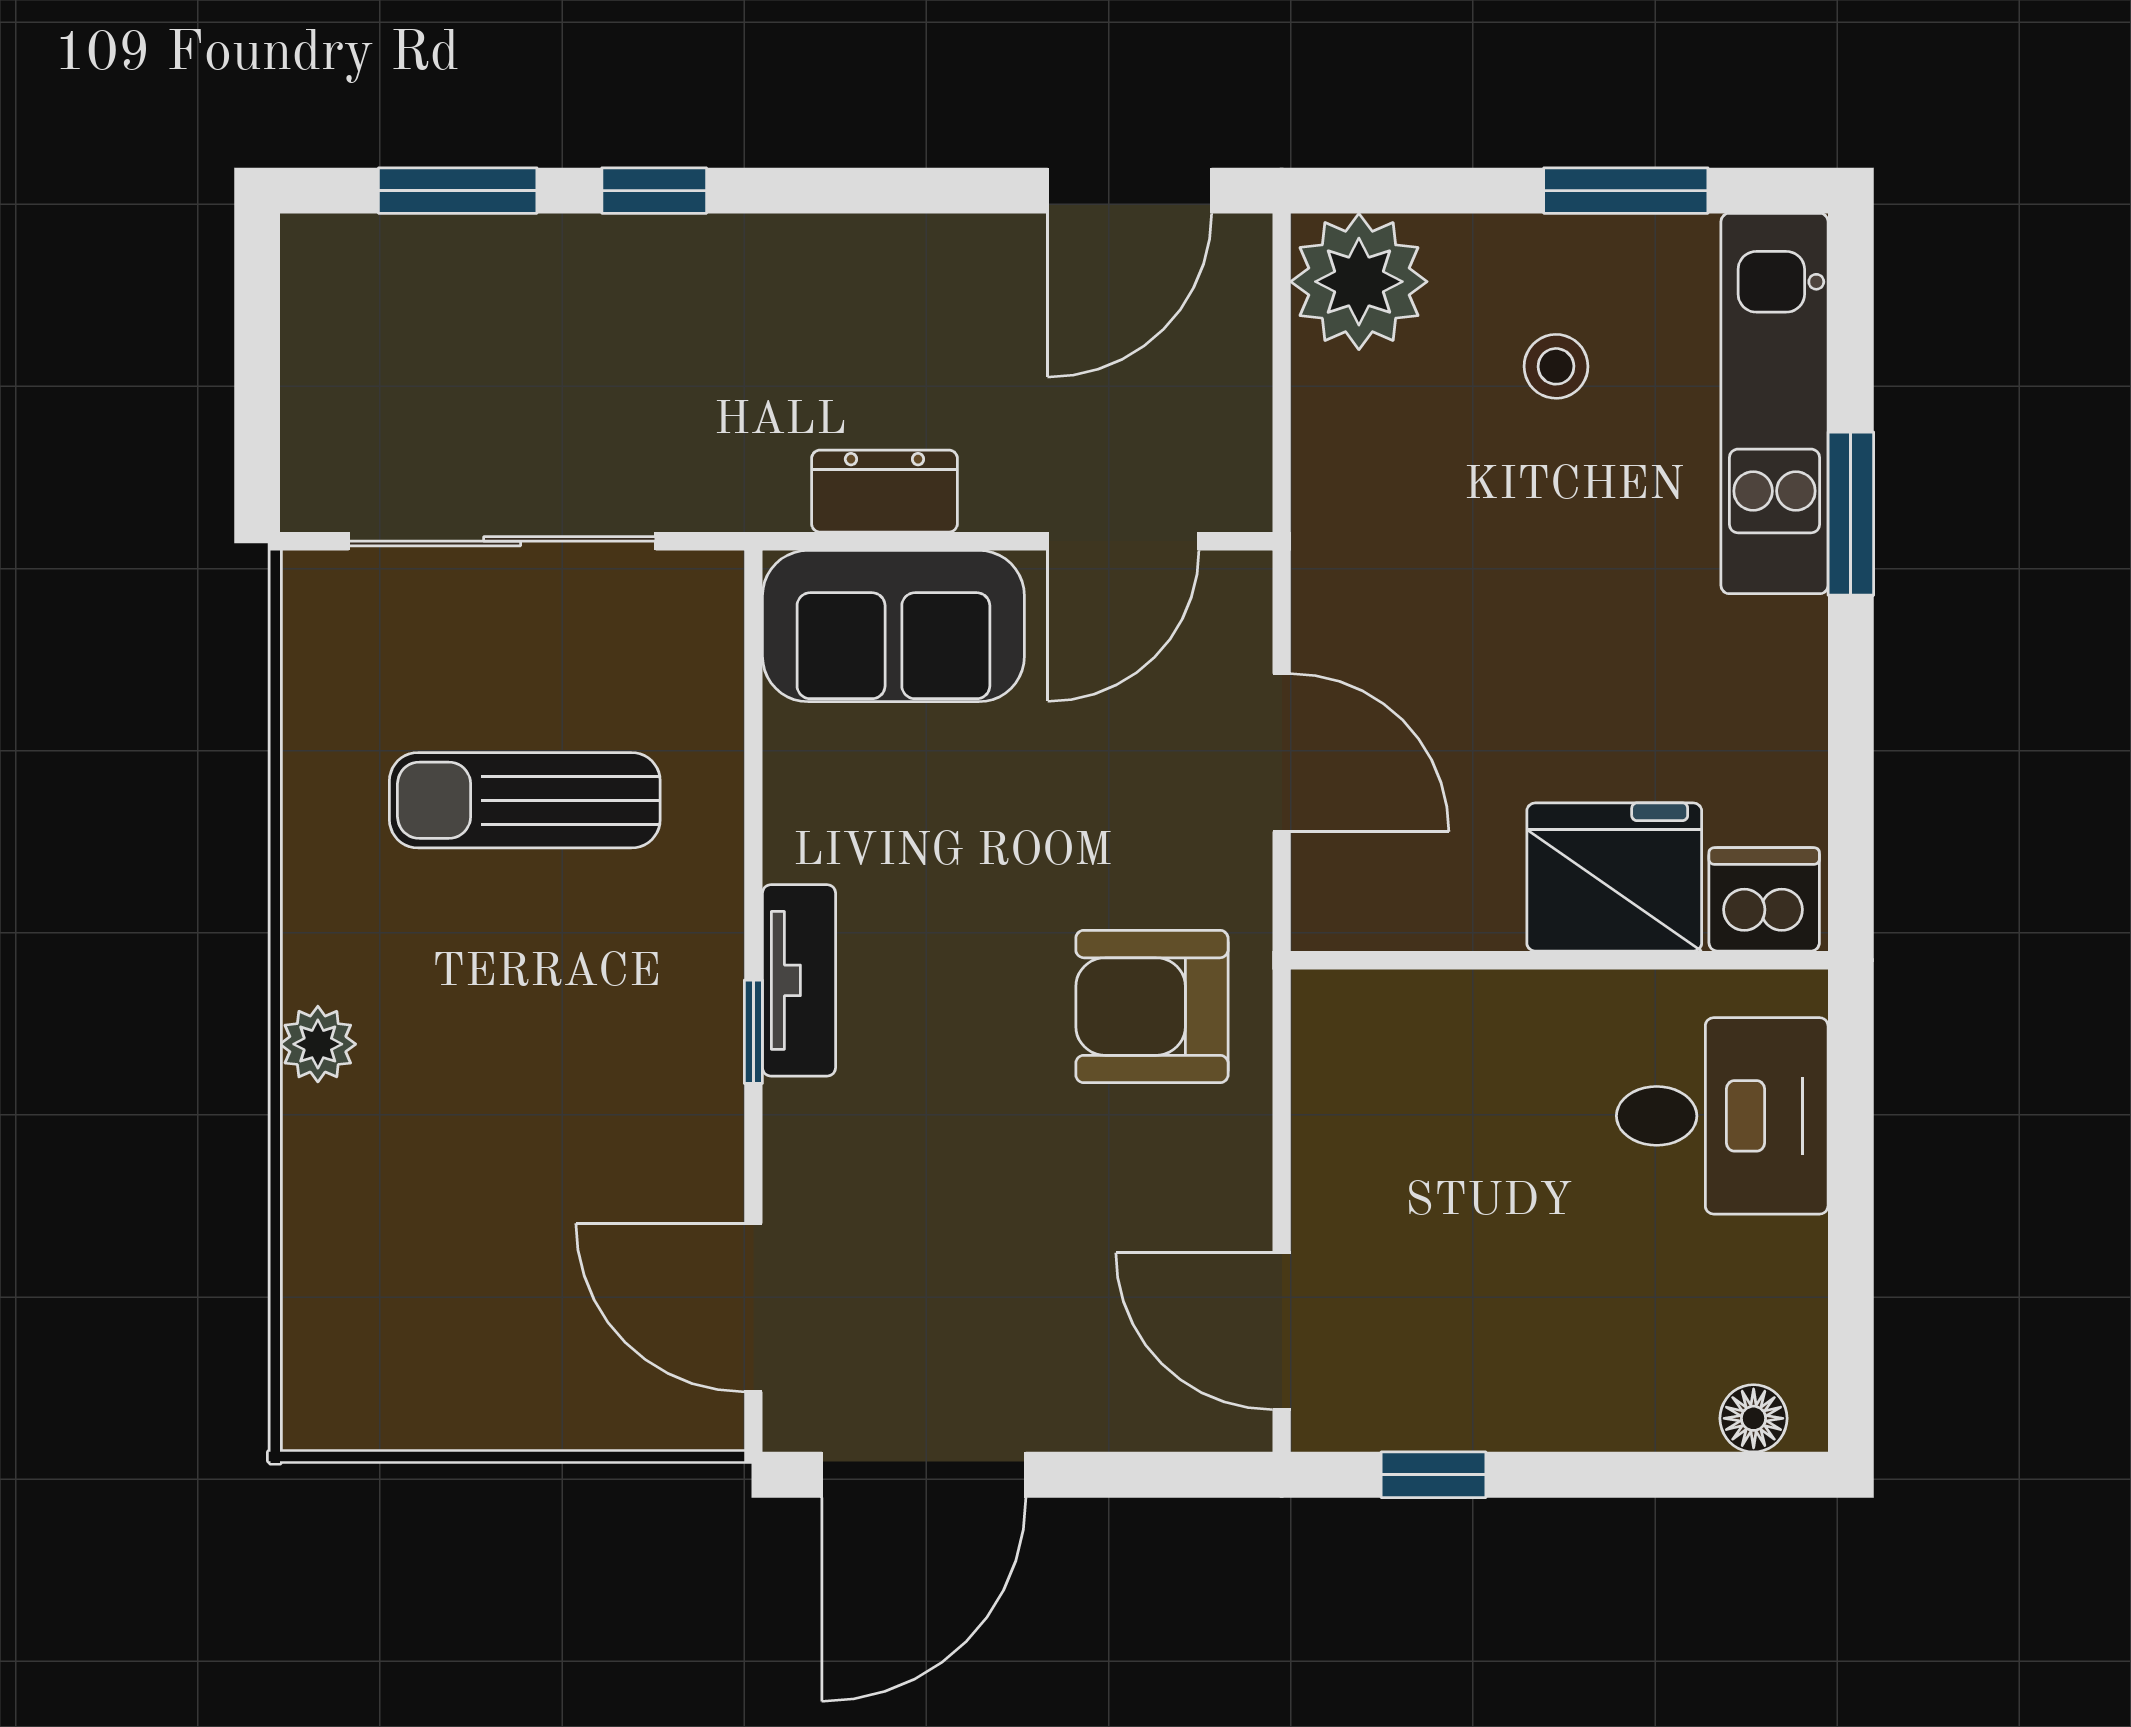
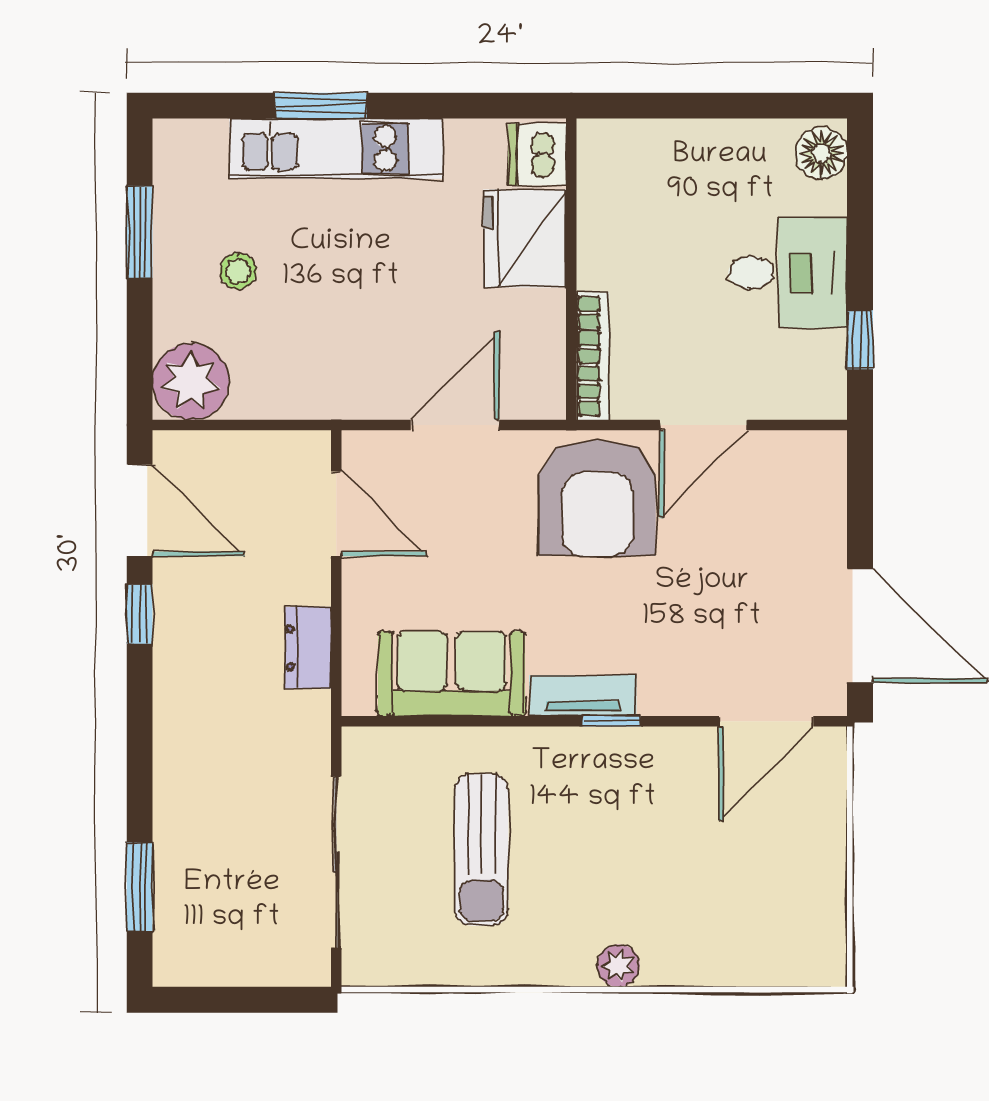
window: (654, 191) -> (140, 614), moved
kitchen unit: (1774, 404) -> (336, 149), moved
sofa: (893, 626) -> (451, 674), moved, turned -90
bookcase: (1404, 998) -> (593, 356), added
armchair: (1152, 1007) -> (597, 498), width x1.36, depth x1.36
desk: (1722, 1116) -> (788, 273), moved, turned 90
door: (1282, 1331) -> (703, 425), moved
floor lamp: (1754, 1418) -> (821, 153), width x1.37, depth x1.37

